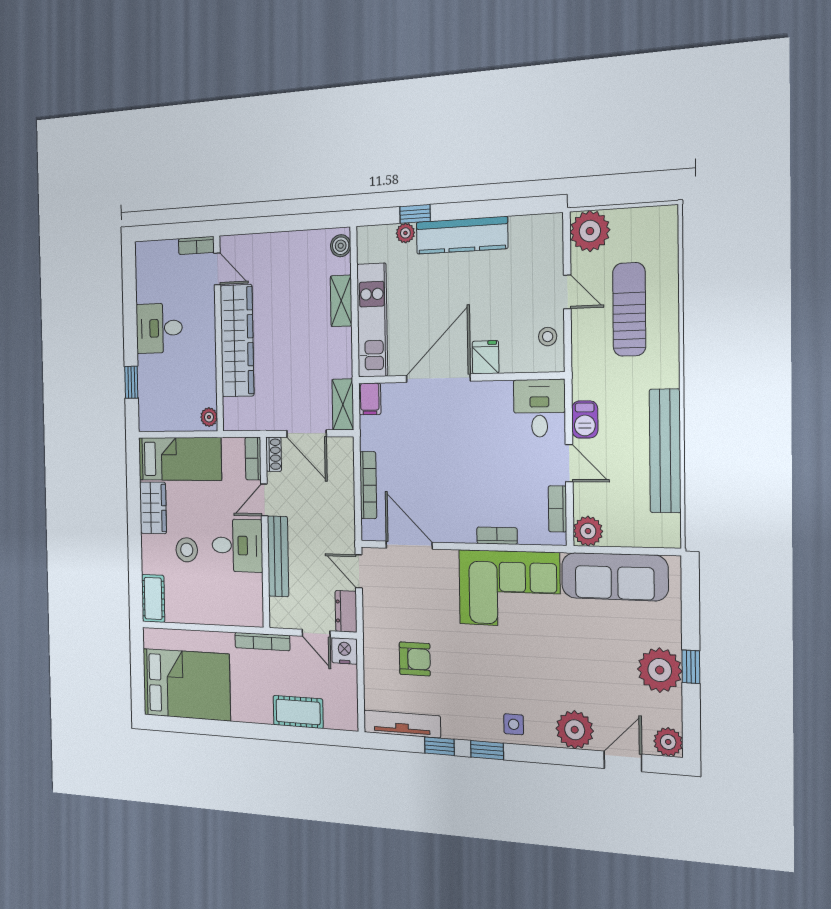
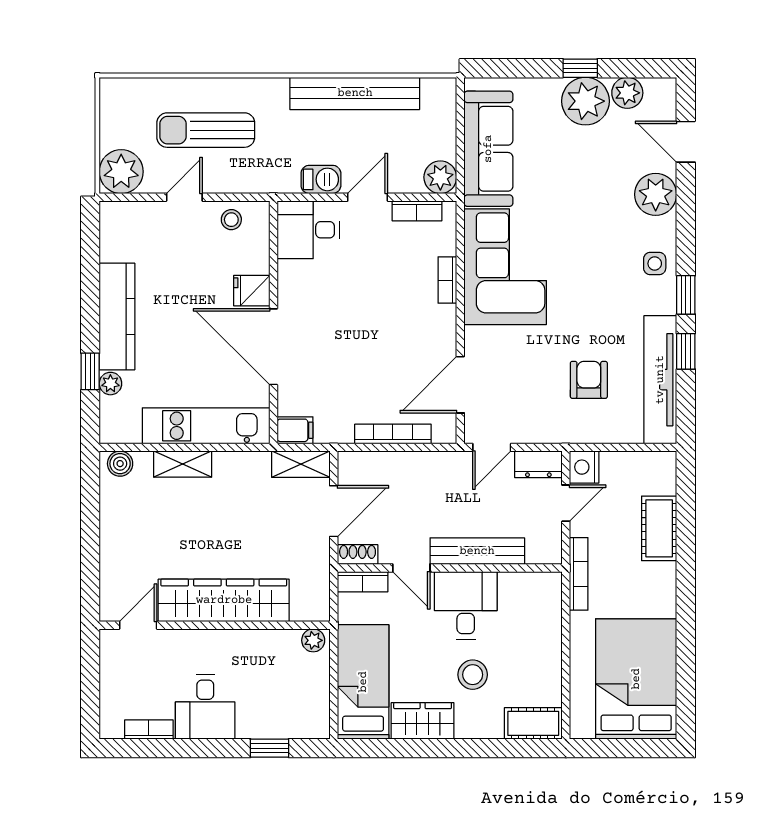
bookcase: (196, 245) -> (149, 729), moved, turned -90
tv unit: (402, 724) -> (660, 380), width x1.36, depth x1.29
plant: (668, 742) -> (627, 93), moved

